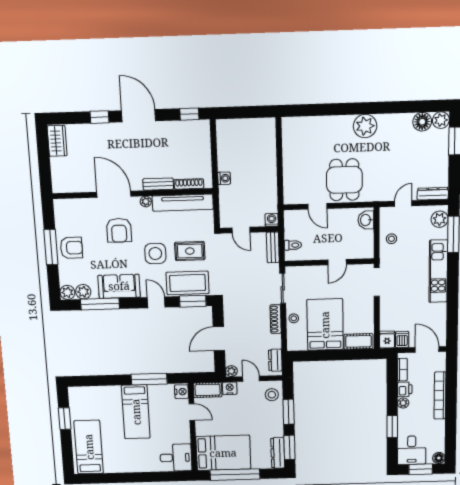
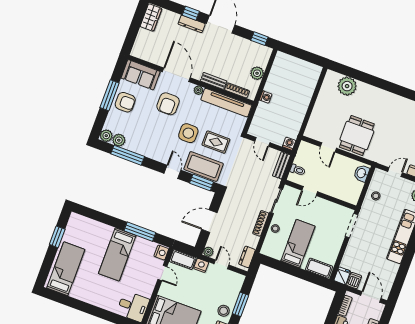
plant: (365, 126) -> (347, 86), moved
dresser: (106, 129) -> (192, 24), added
plant: (203, 155) -> (257, 73), added
door: (337, 262) -> (310, 191), moved
sofa: (119, 286) -> (141, 75), moved, turned 180
bed: (325, 325) -> (298, 244), width x0.67
stool: (272, 395) -> (224, 311), moved

